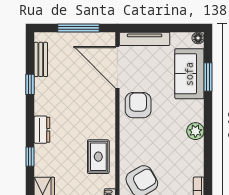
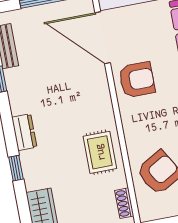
armchair: (138, 105) -> (137, 80), turned 90

